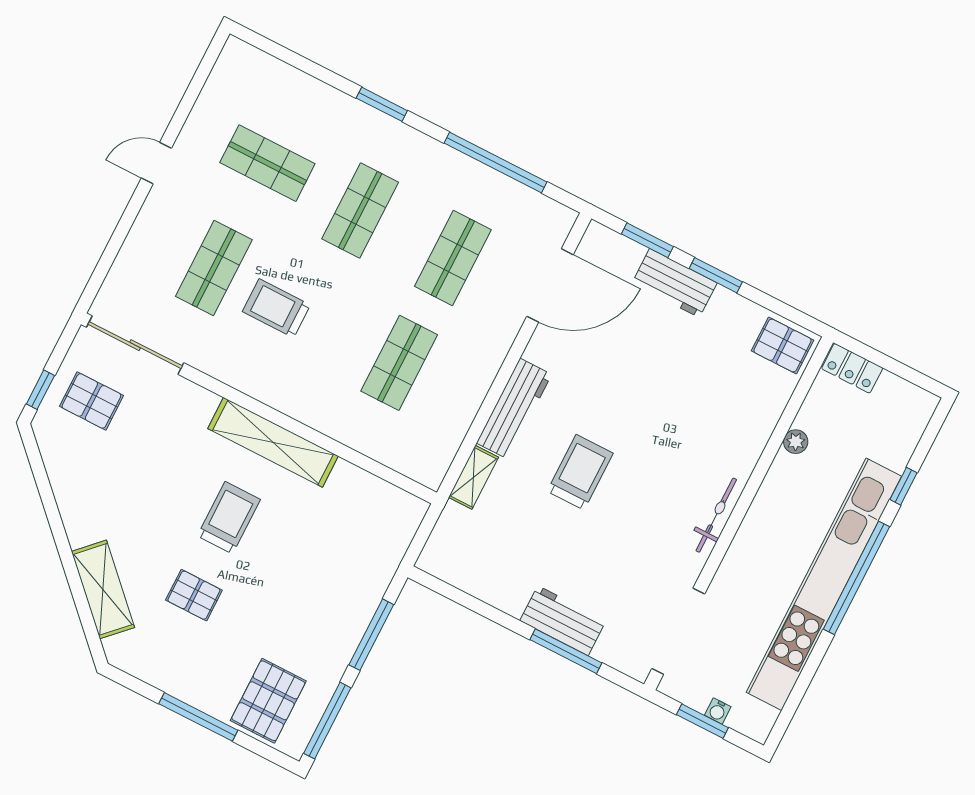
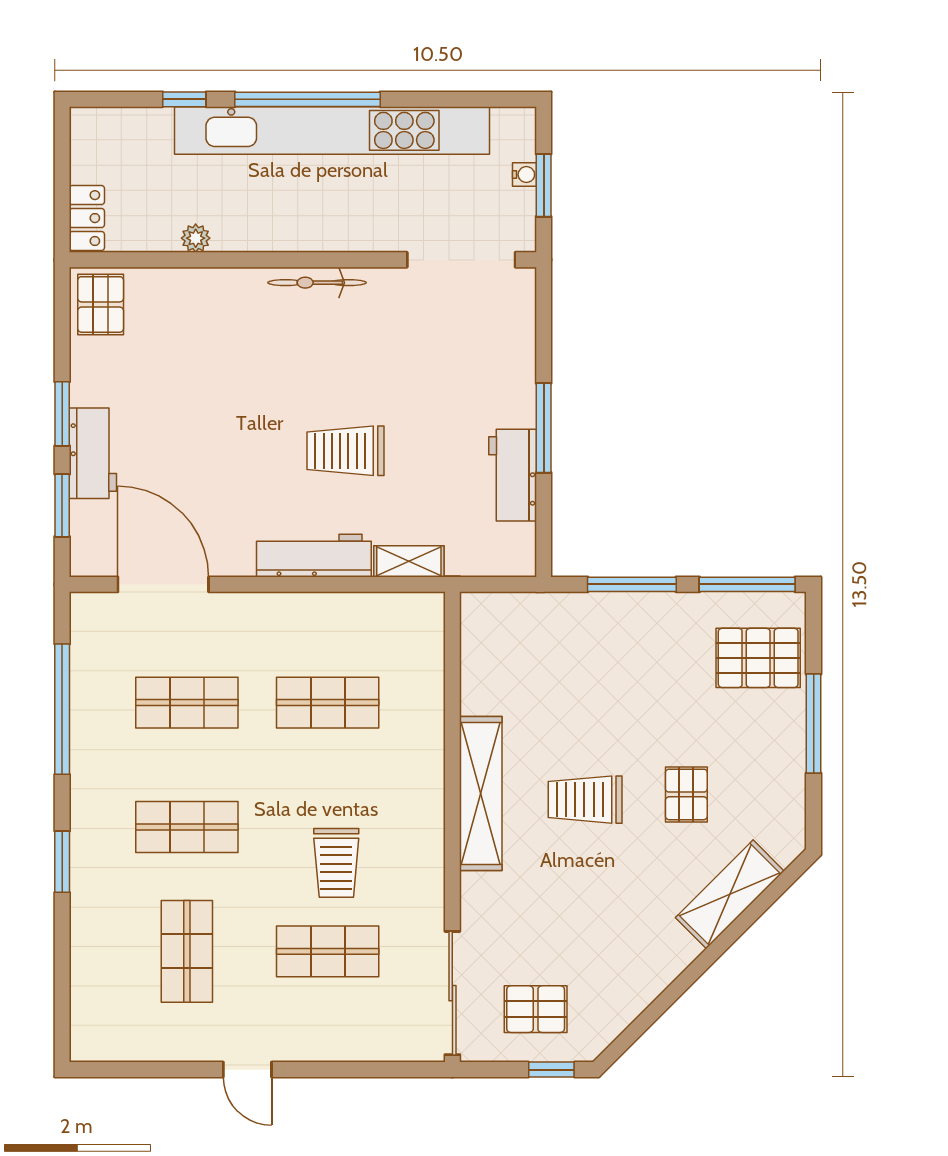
pallet: (91, 401) -> (536, 1009), turned 90
workbench: (563, 621) -> (513, 475), moved
window: (566, 651) -> (544, 428), moved

